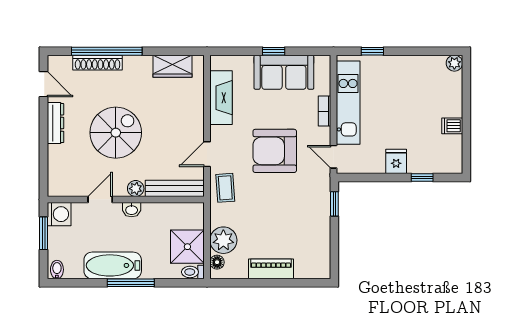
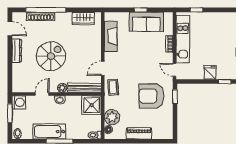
armchair: (275, 151) -> (151, 96), moved
shower: (187, 247) -> (92, 105), moved

